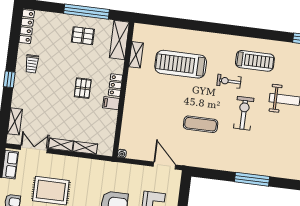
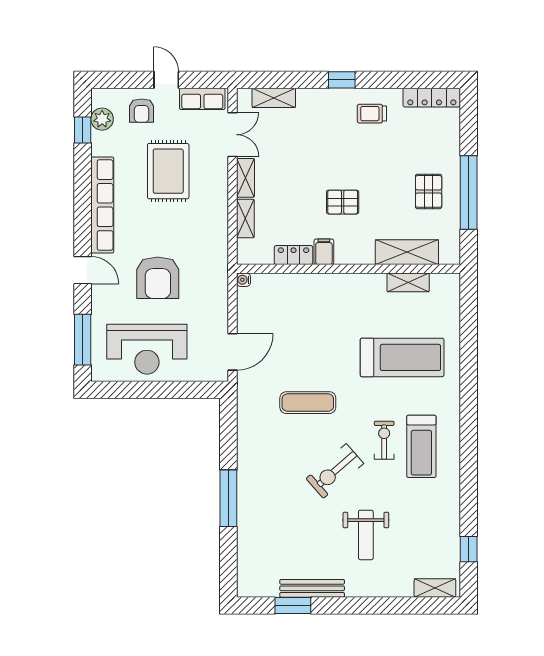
shelving: (119, 40) -> (407, 252), moved
treadmill: (255, 61) -> (421, 446), moved
treadmill: (181, 64) -> (402, 357), turned 90
locker: (115, 85) -> (294, 255), moved
exercise bike: (244, 113) -> (335, 471), turned 139
exercise mat: (201, 124) -> (308, 403), turned 90

